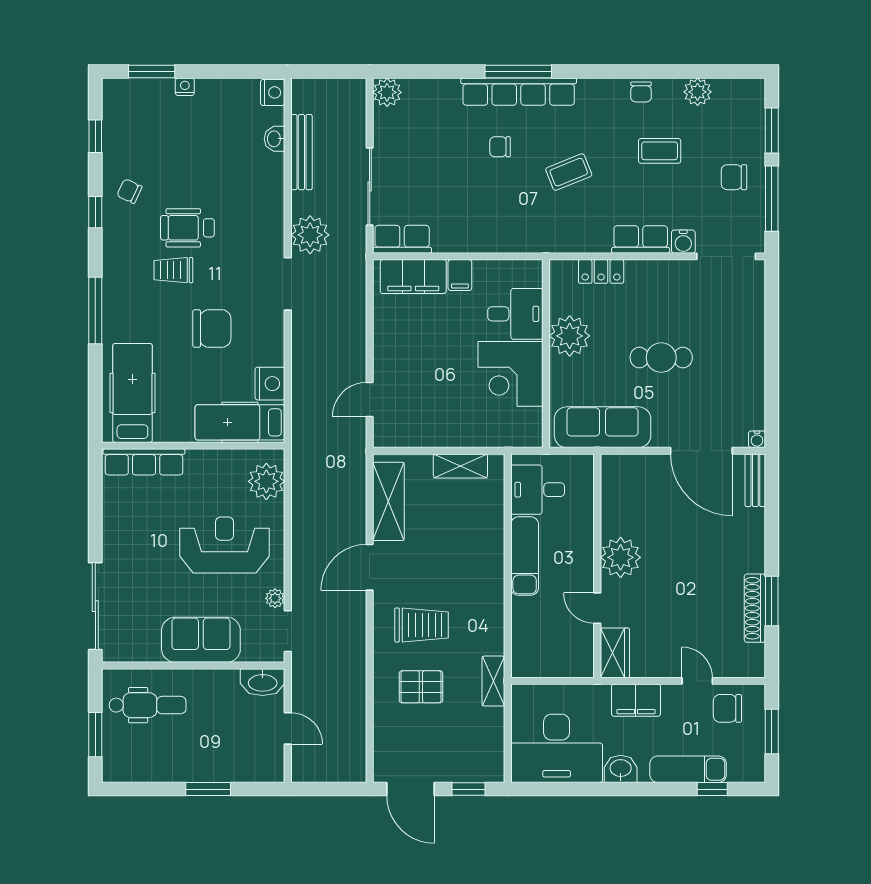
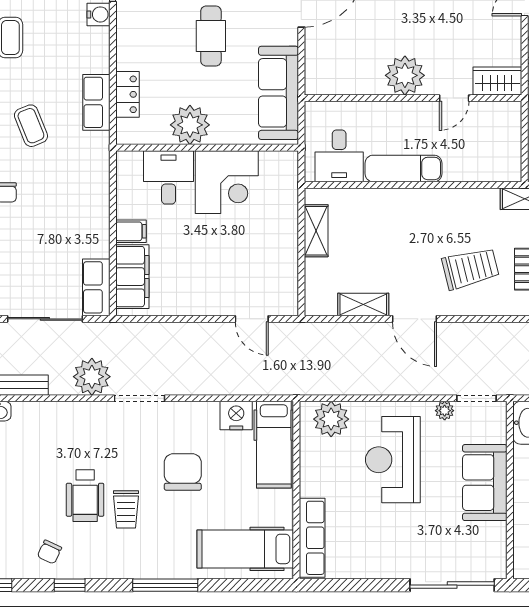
row of seats: (641, 239) -> (96, 102), moved
shelving: (388, 501) -> (363, 304), width x0.67, depth x0.75
trolley: (422, 625) -> (470, 268), turned 76

